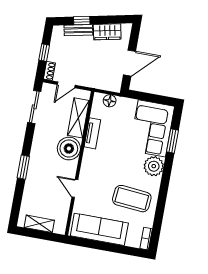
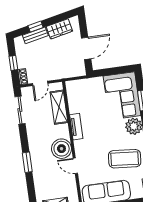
floor lamp: (110, 101) -> (80, 85), removed
tv unit: (92, 133) -> (76, 127), moved
boiler: (69, 148) -> (62, 149), moved

